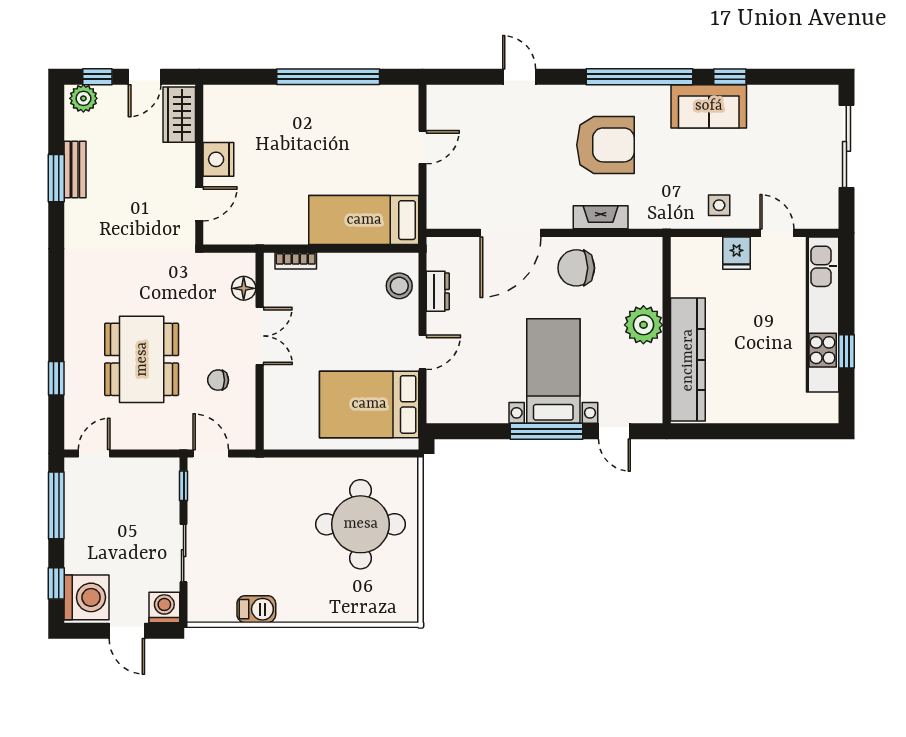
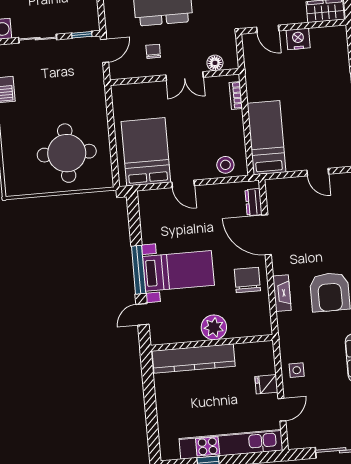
dresser: (438, 291) -> (254, 202), moved, turned 90

